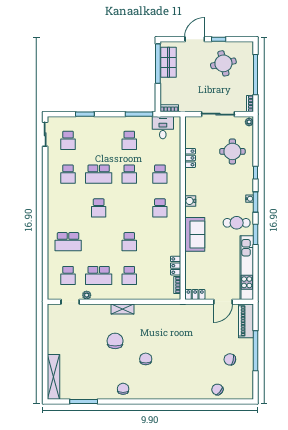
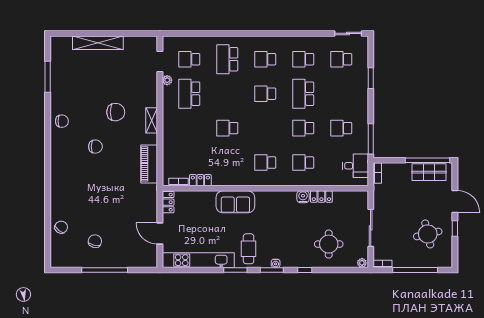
water cooler: (190, 201) -> (303, 197), moved
school desk: (129, 275) -> (265, 59), moved
piano: (246, 321) -> (149, 164), moved, turned -90
shelving: (53, 377) -> (98, 43), moved

